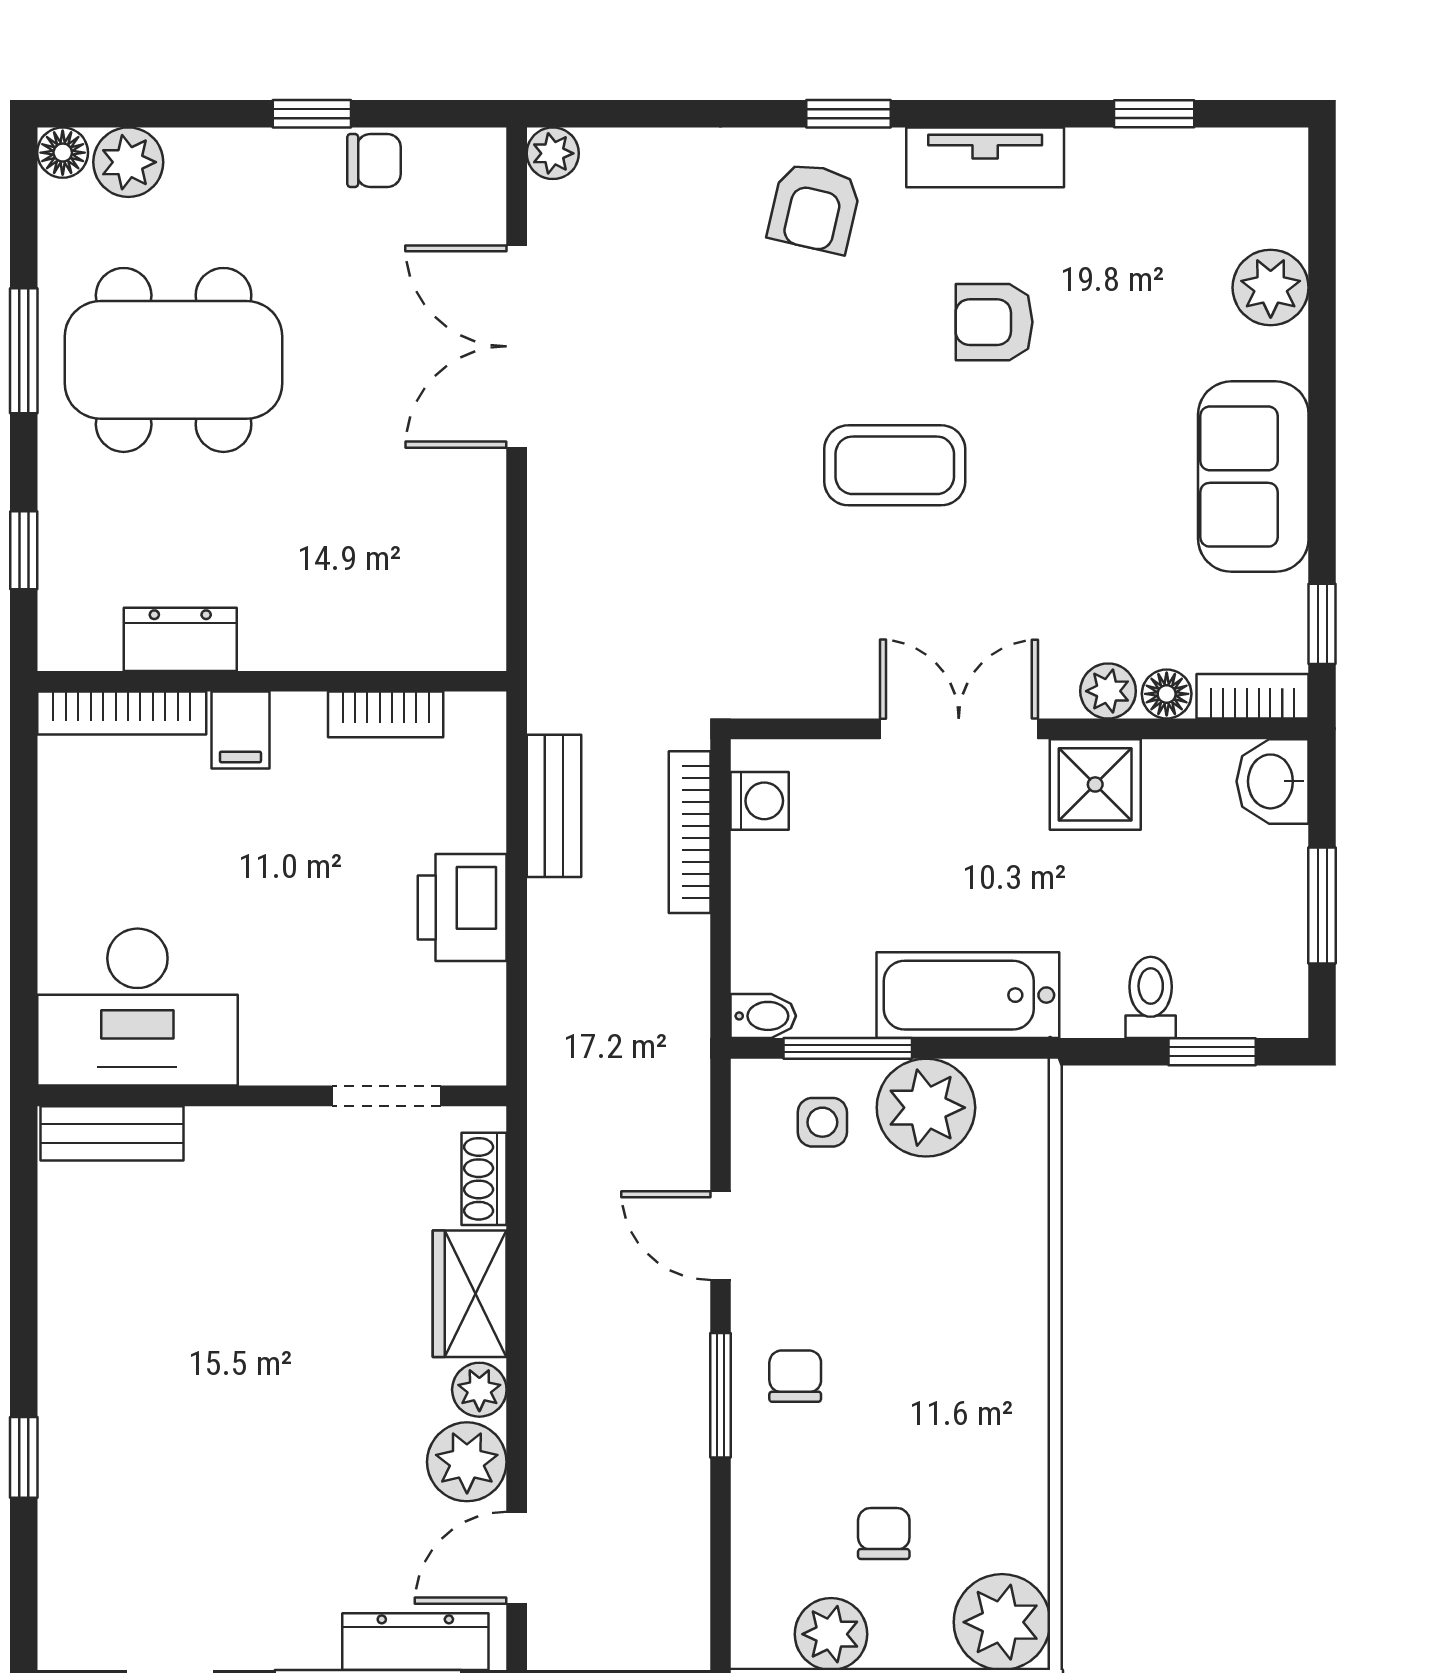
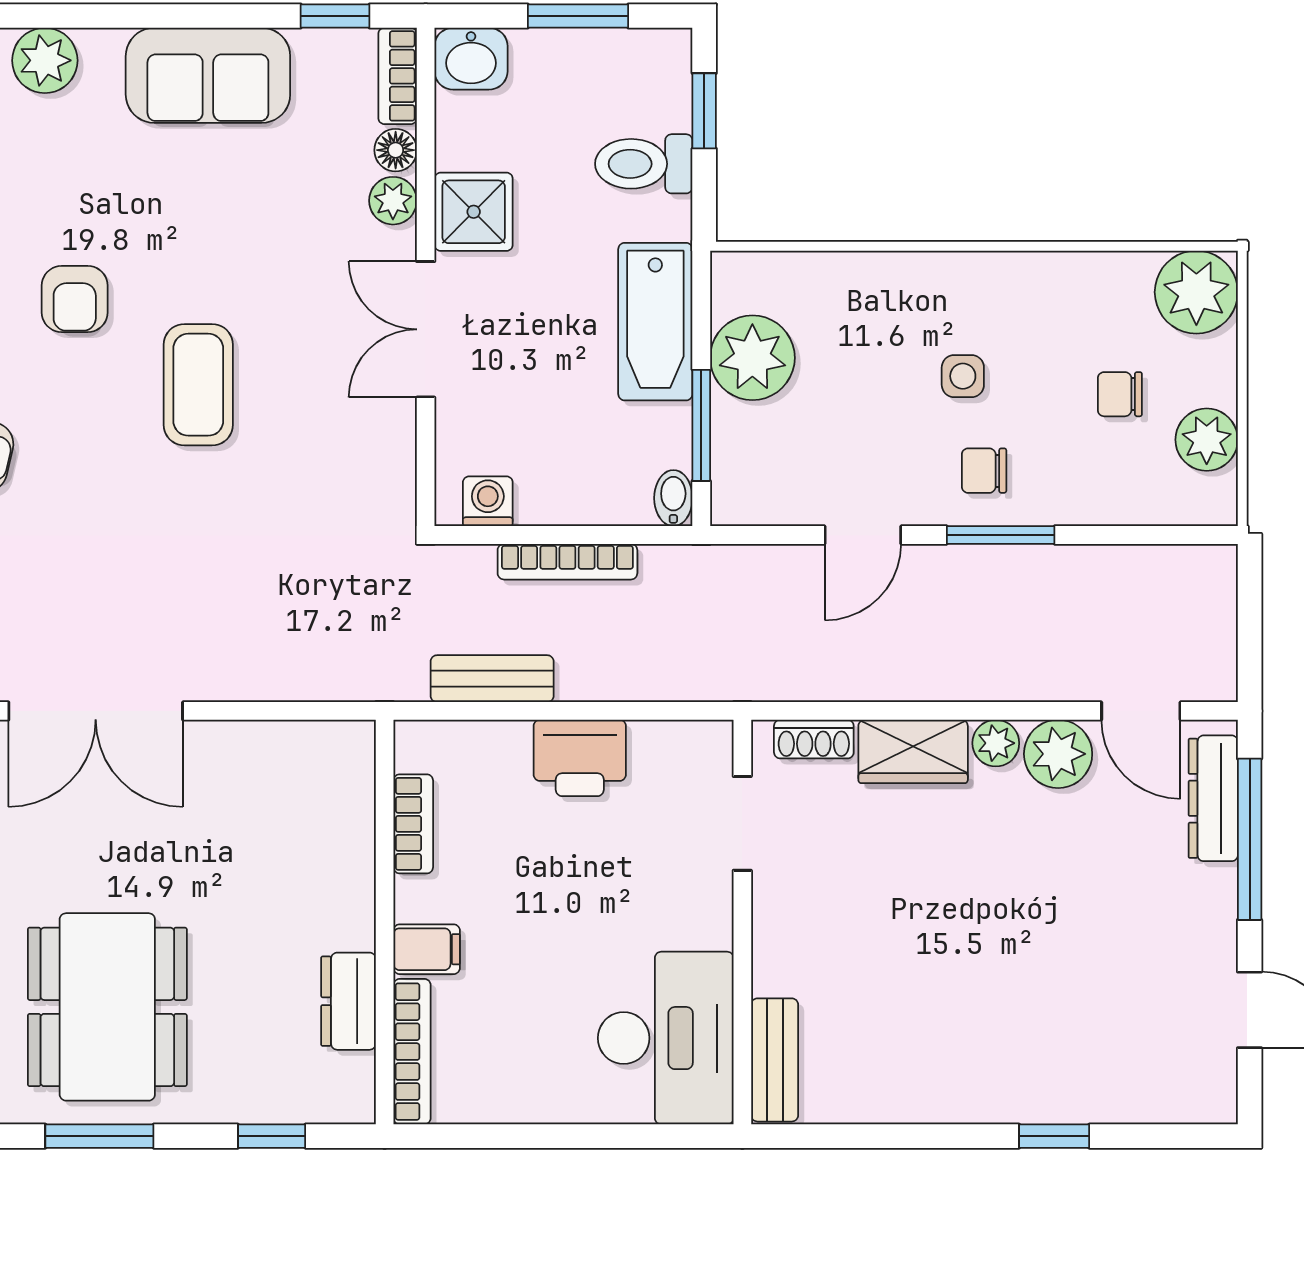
bookcase: (690, 832) -> (567, 562), moved
toilet: (1151, 997) -> (644, 164), width x1.37, depth x1.39
side table: (822, 1122) -> (963, 376), moved

